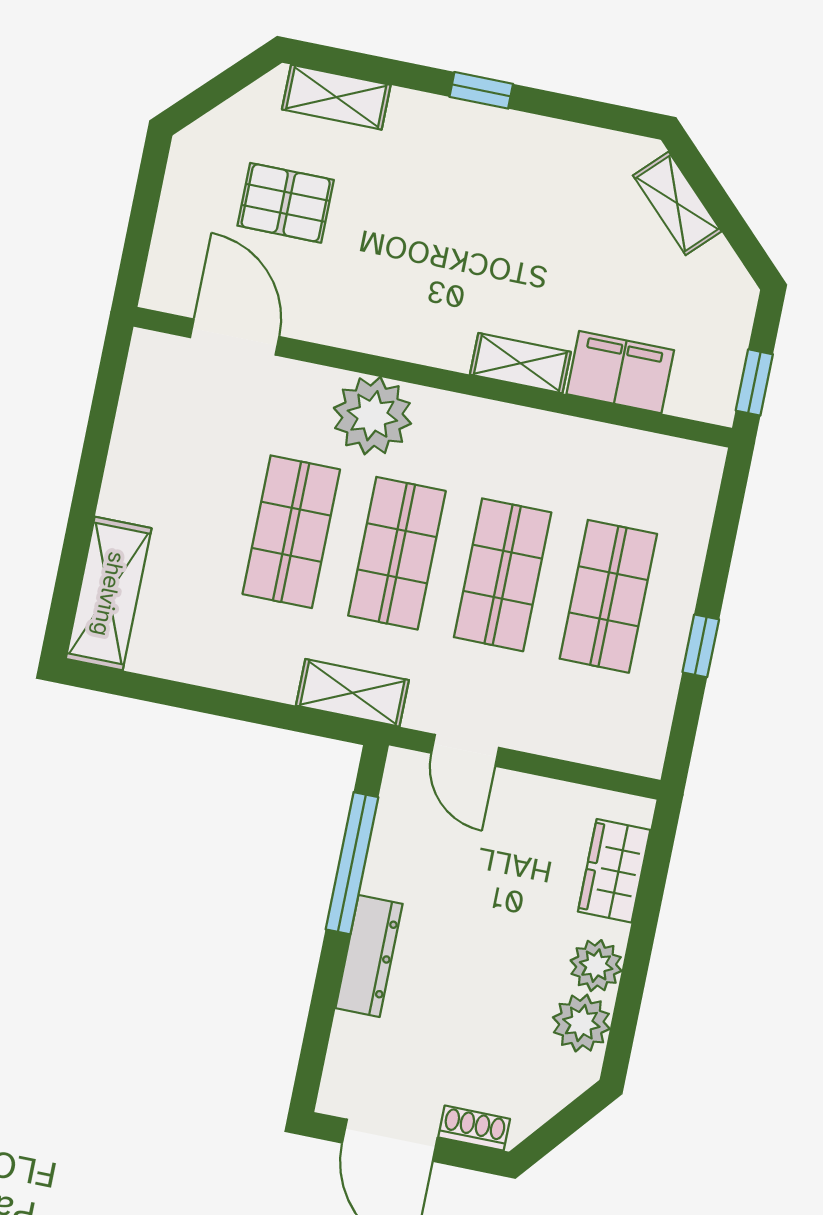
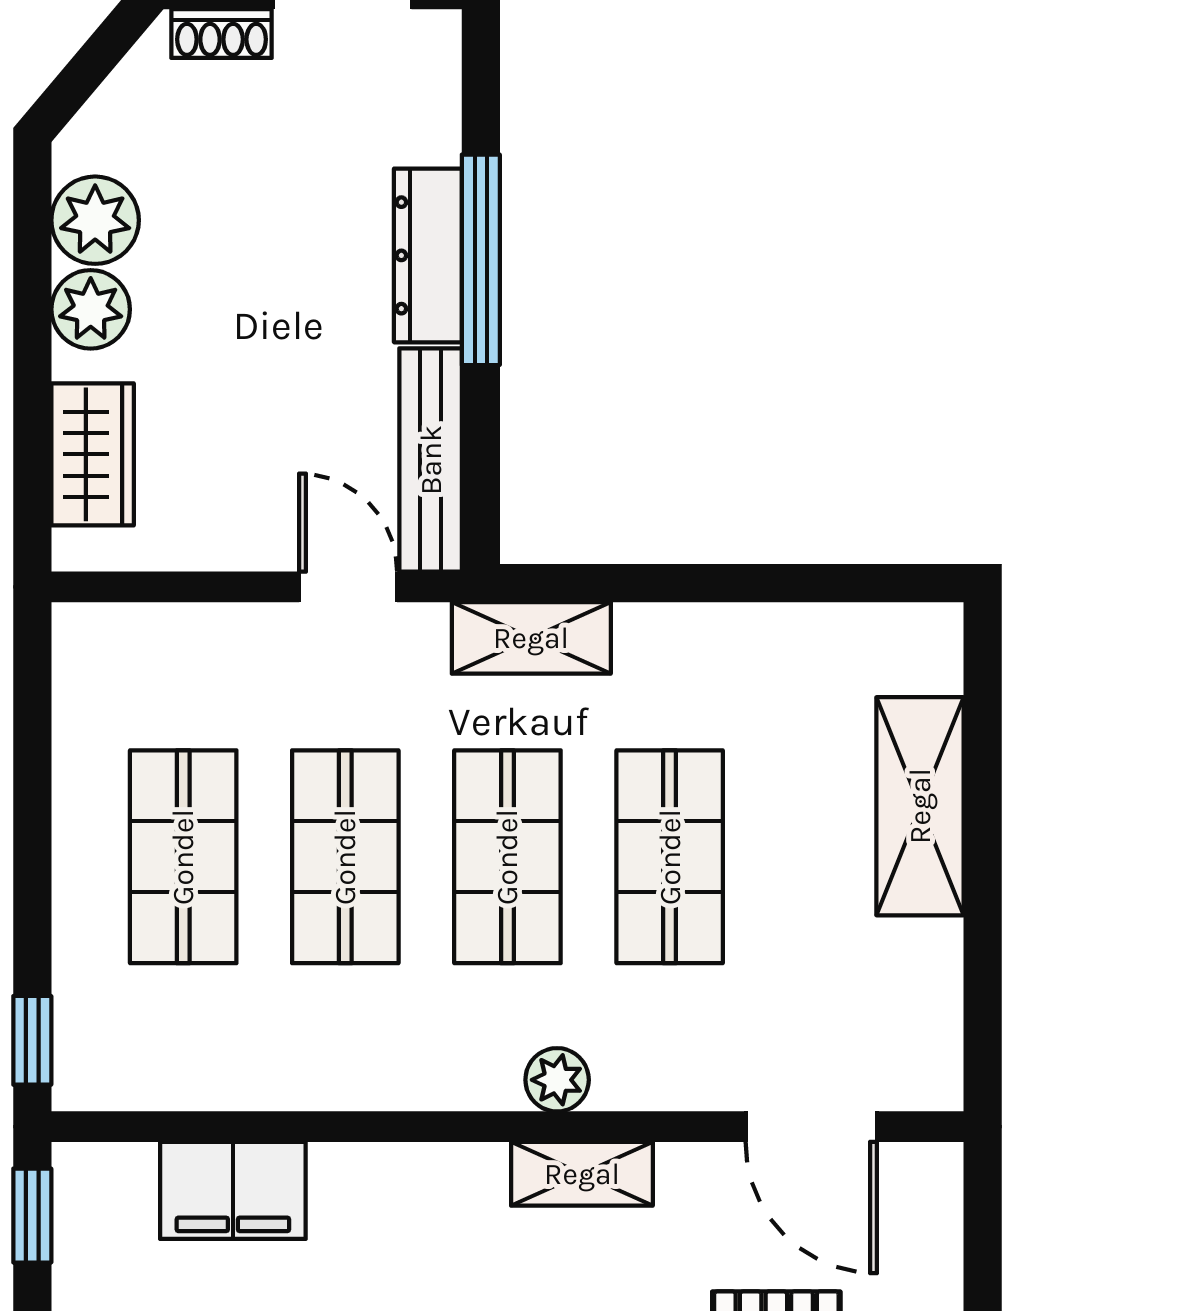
shelving: (520, 363) -> (582, 1174), moved
plant: (372, 416) -> (557, 1080), width x0.53, depth x0.53
shelving: (109, 594) -> (920, 806), moved
window: (701, 646) -> (32, 1040), moved
bench: (394, 822) -> (431, 460), added
window: (352, 863) -> (481, 260), moved

